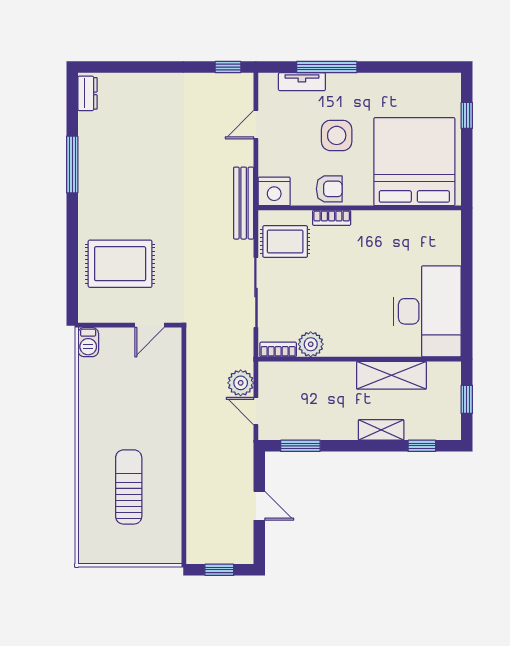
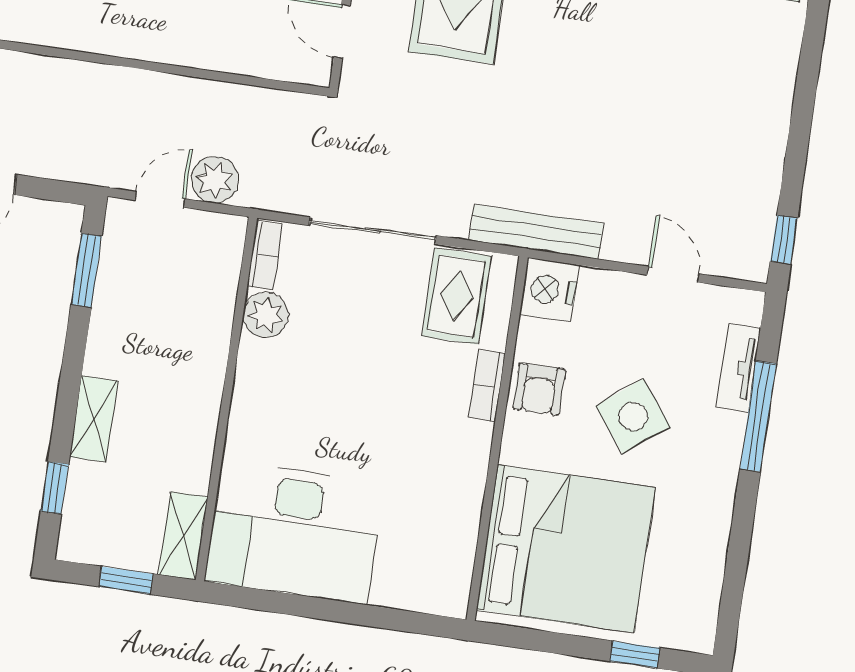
side table: (337, 135) -> (633, 416), turned -38
shelving: (391, 375) -> (183, 536), moved, width x0.67, depth x0.75

